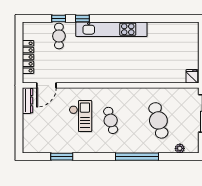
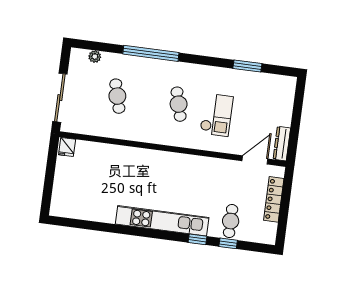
checkout: (80, 116) -> (216, 115), turned 180
cafe table: (158, 120) -> (117, 96), width x0.73, depth x0.74

